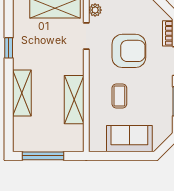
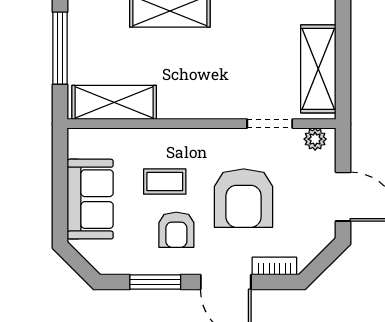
armchair: (147, 89) -> (176, 230), added
shelving: (74, 100) -> (114, 102), moved

